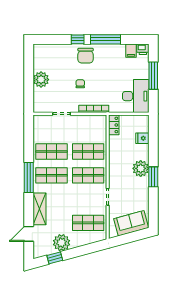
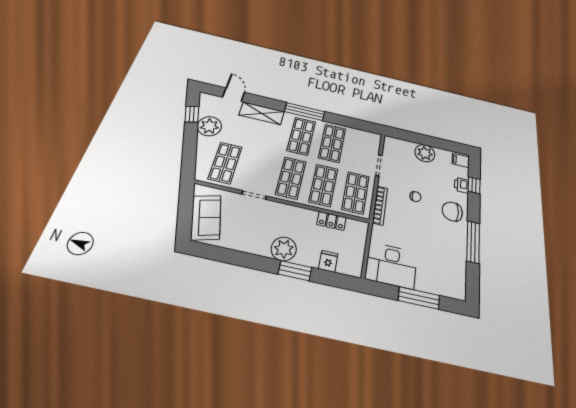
window: (78, 39) -> (474, 185), moved
printer: (143, 49) -> (462, 185), moved
filing cabinet: (131, 51) -> (461, 160), moved
locker: (114, 125) -> (331, 221), moved
shop shelf: (88, 128) -> (356, 193), added
window: (153, 177) -> (295, 271), moved

